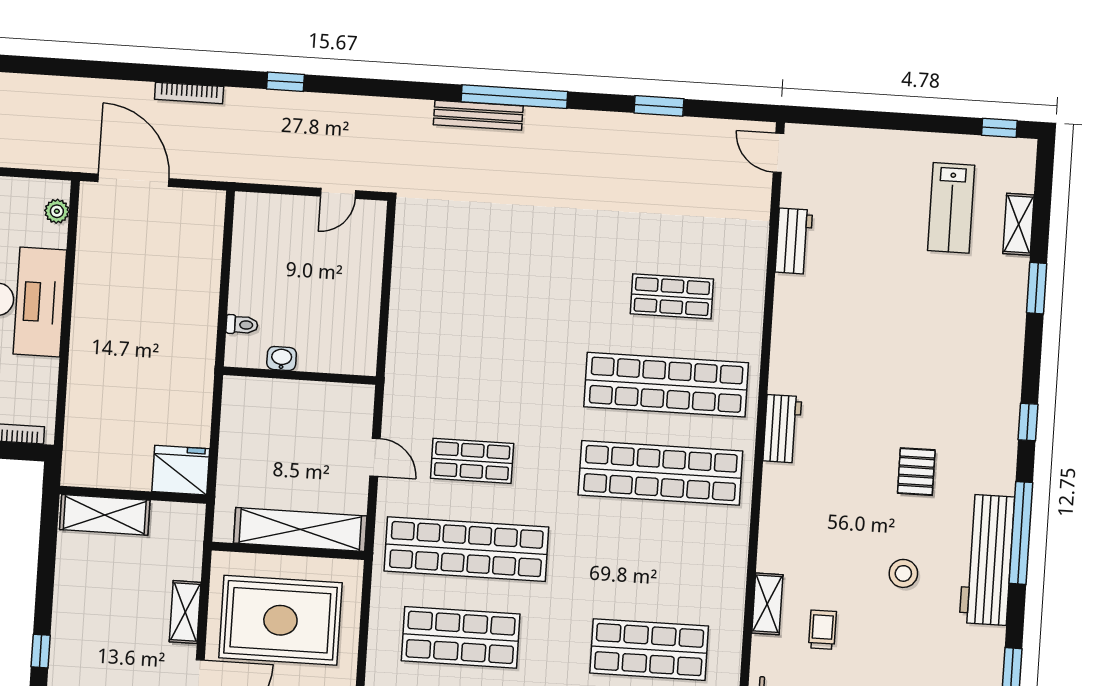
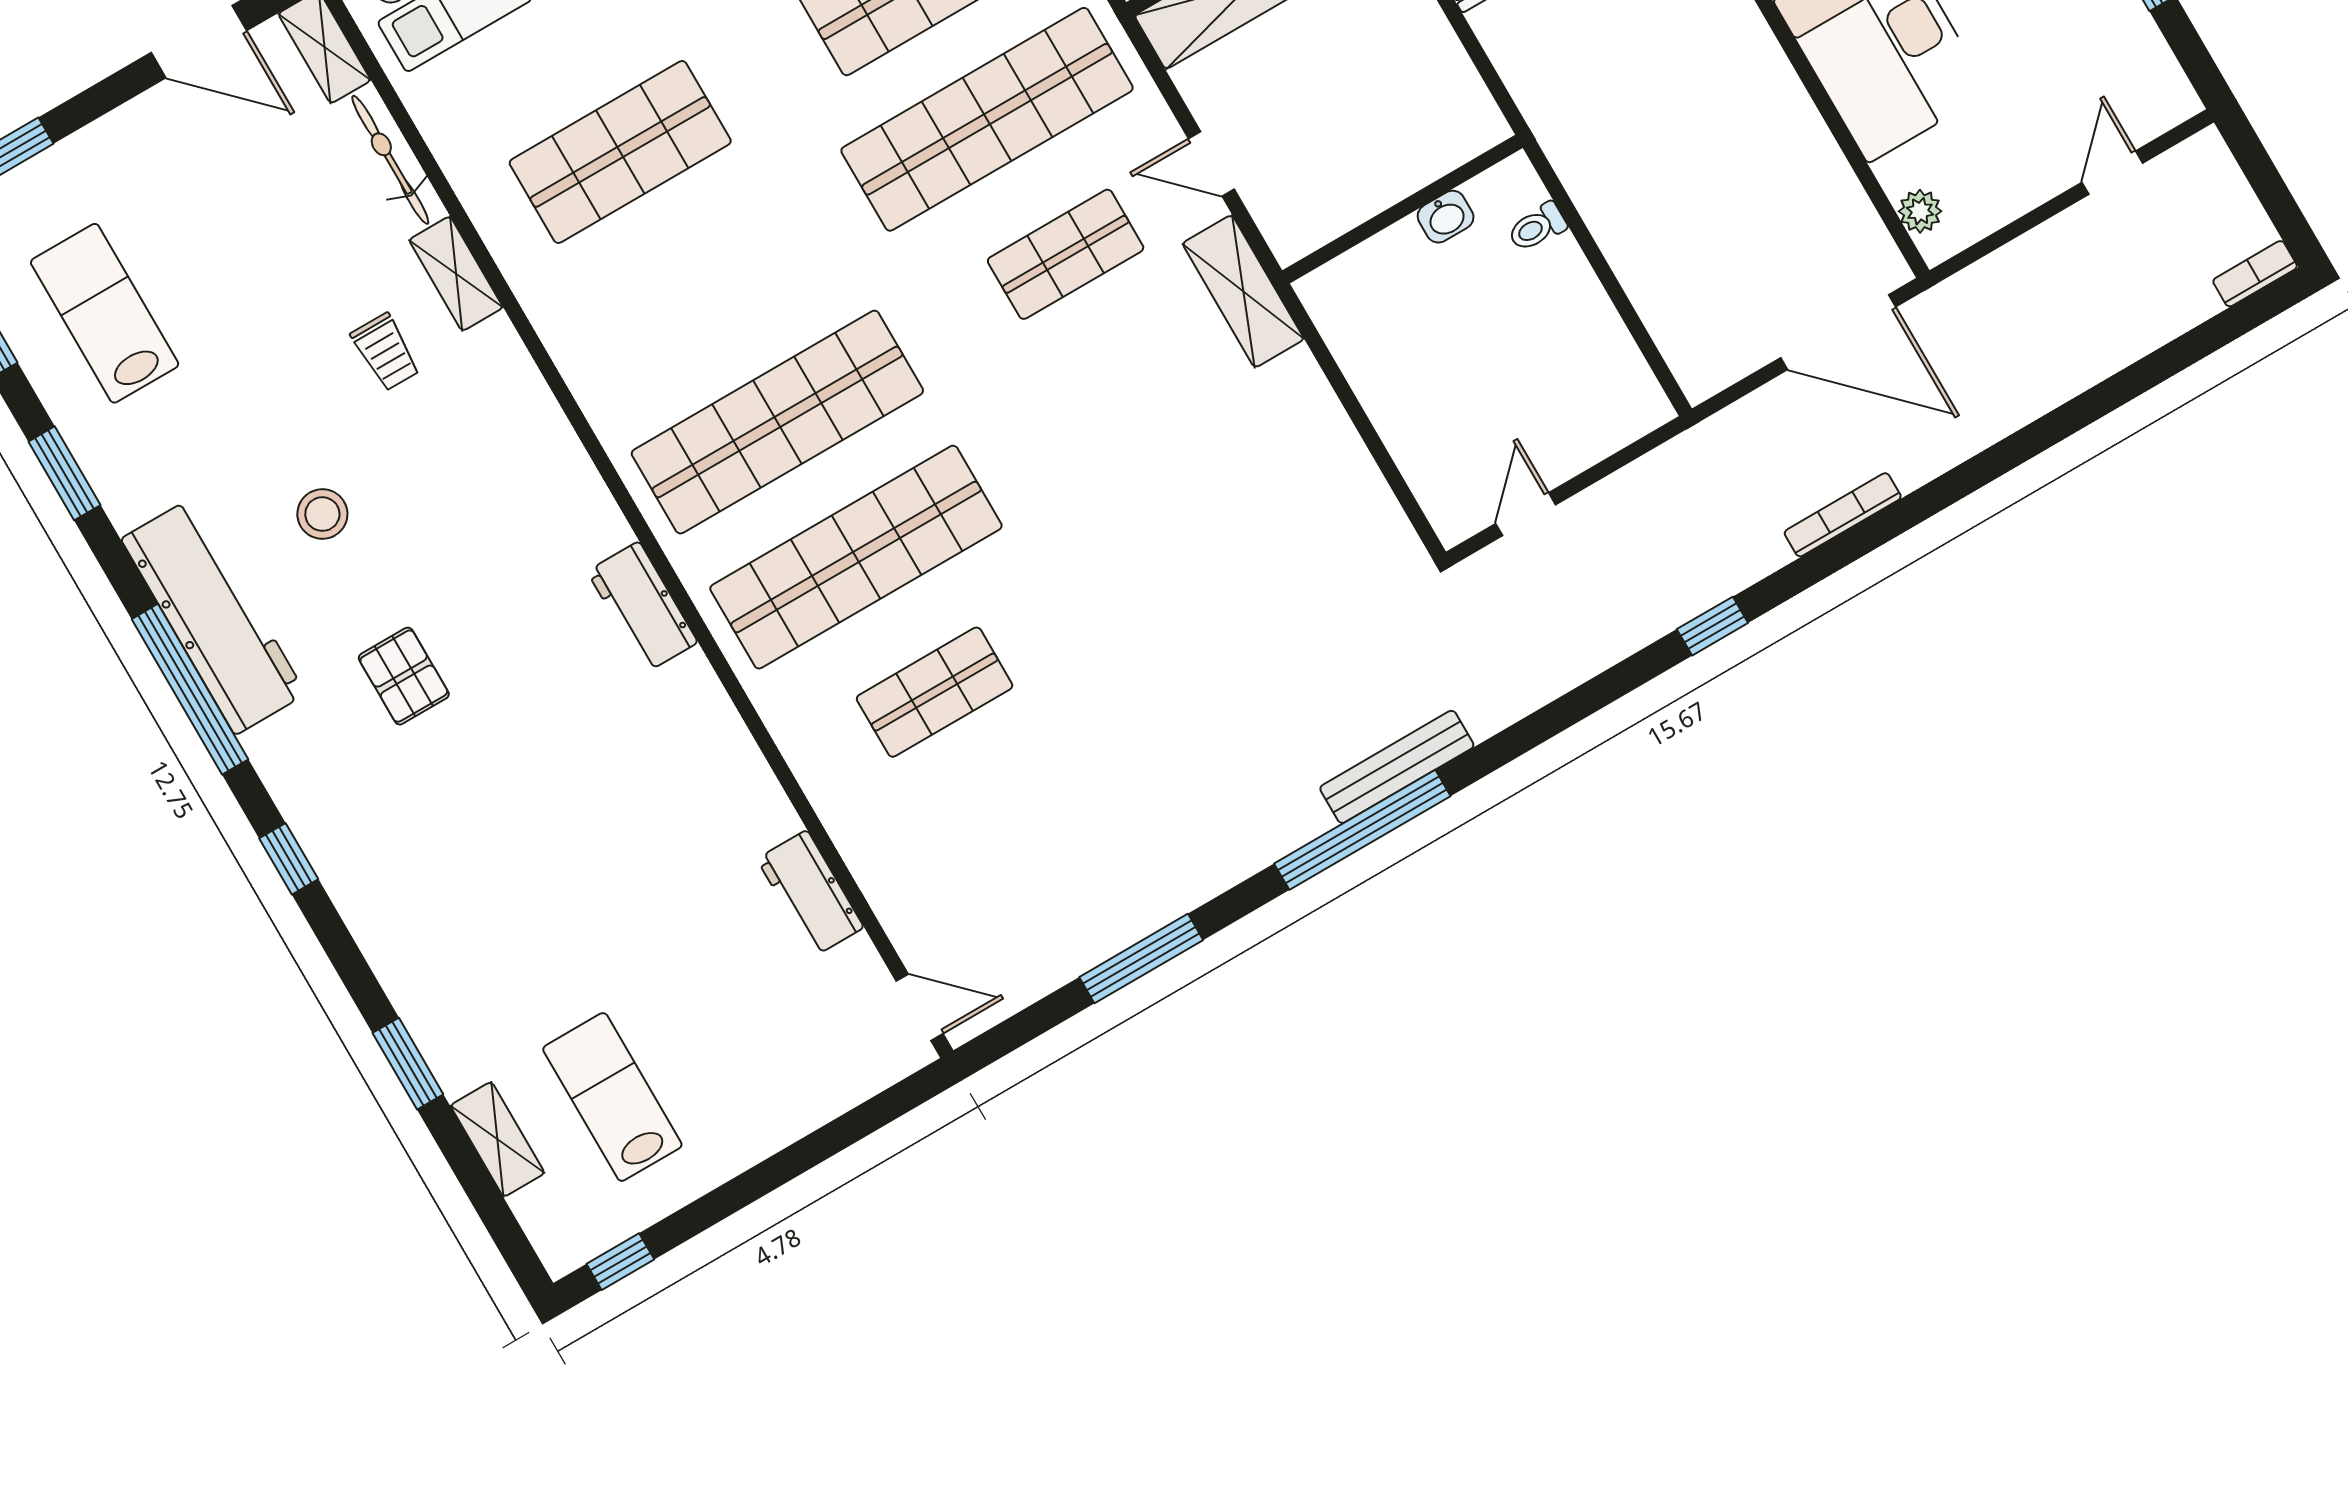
window: (659, 106) -> (1141, 959), width x1.44
shelving: (400, 387) -> (1243, 291), added
shelving: (767, 604) -> (456, 274), moved

